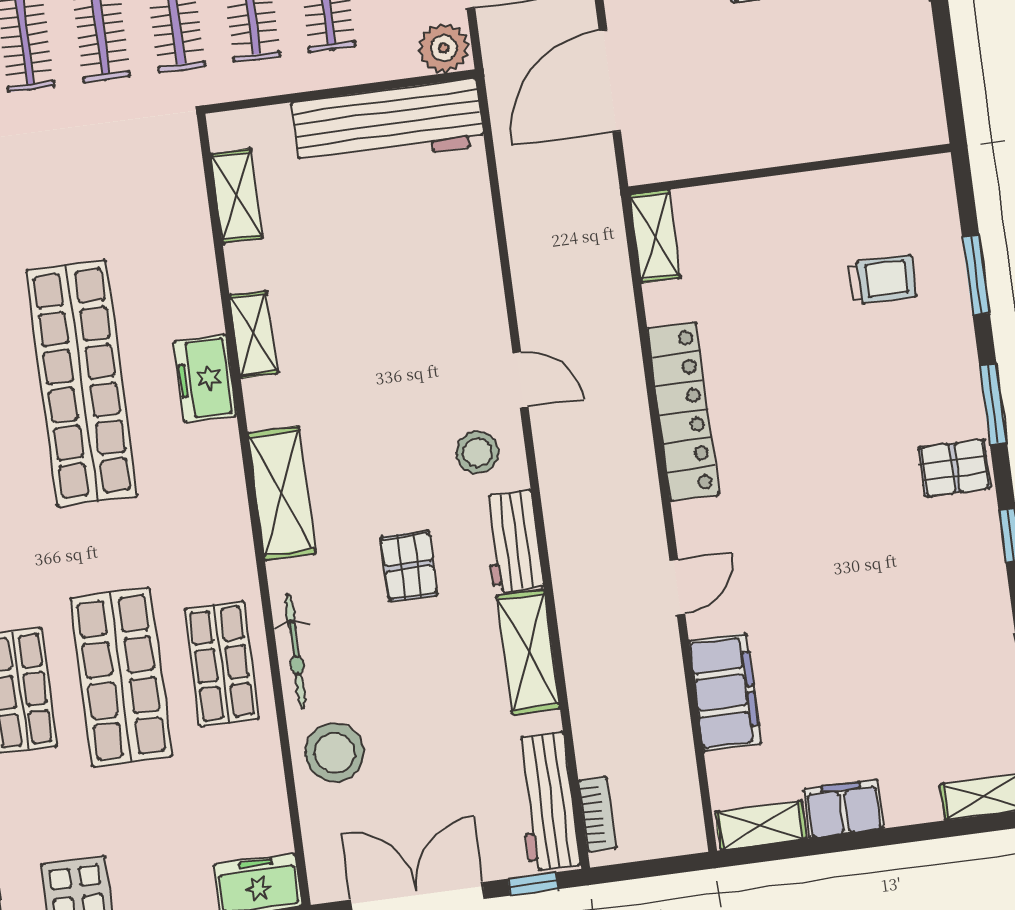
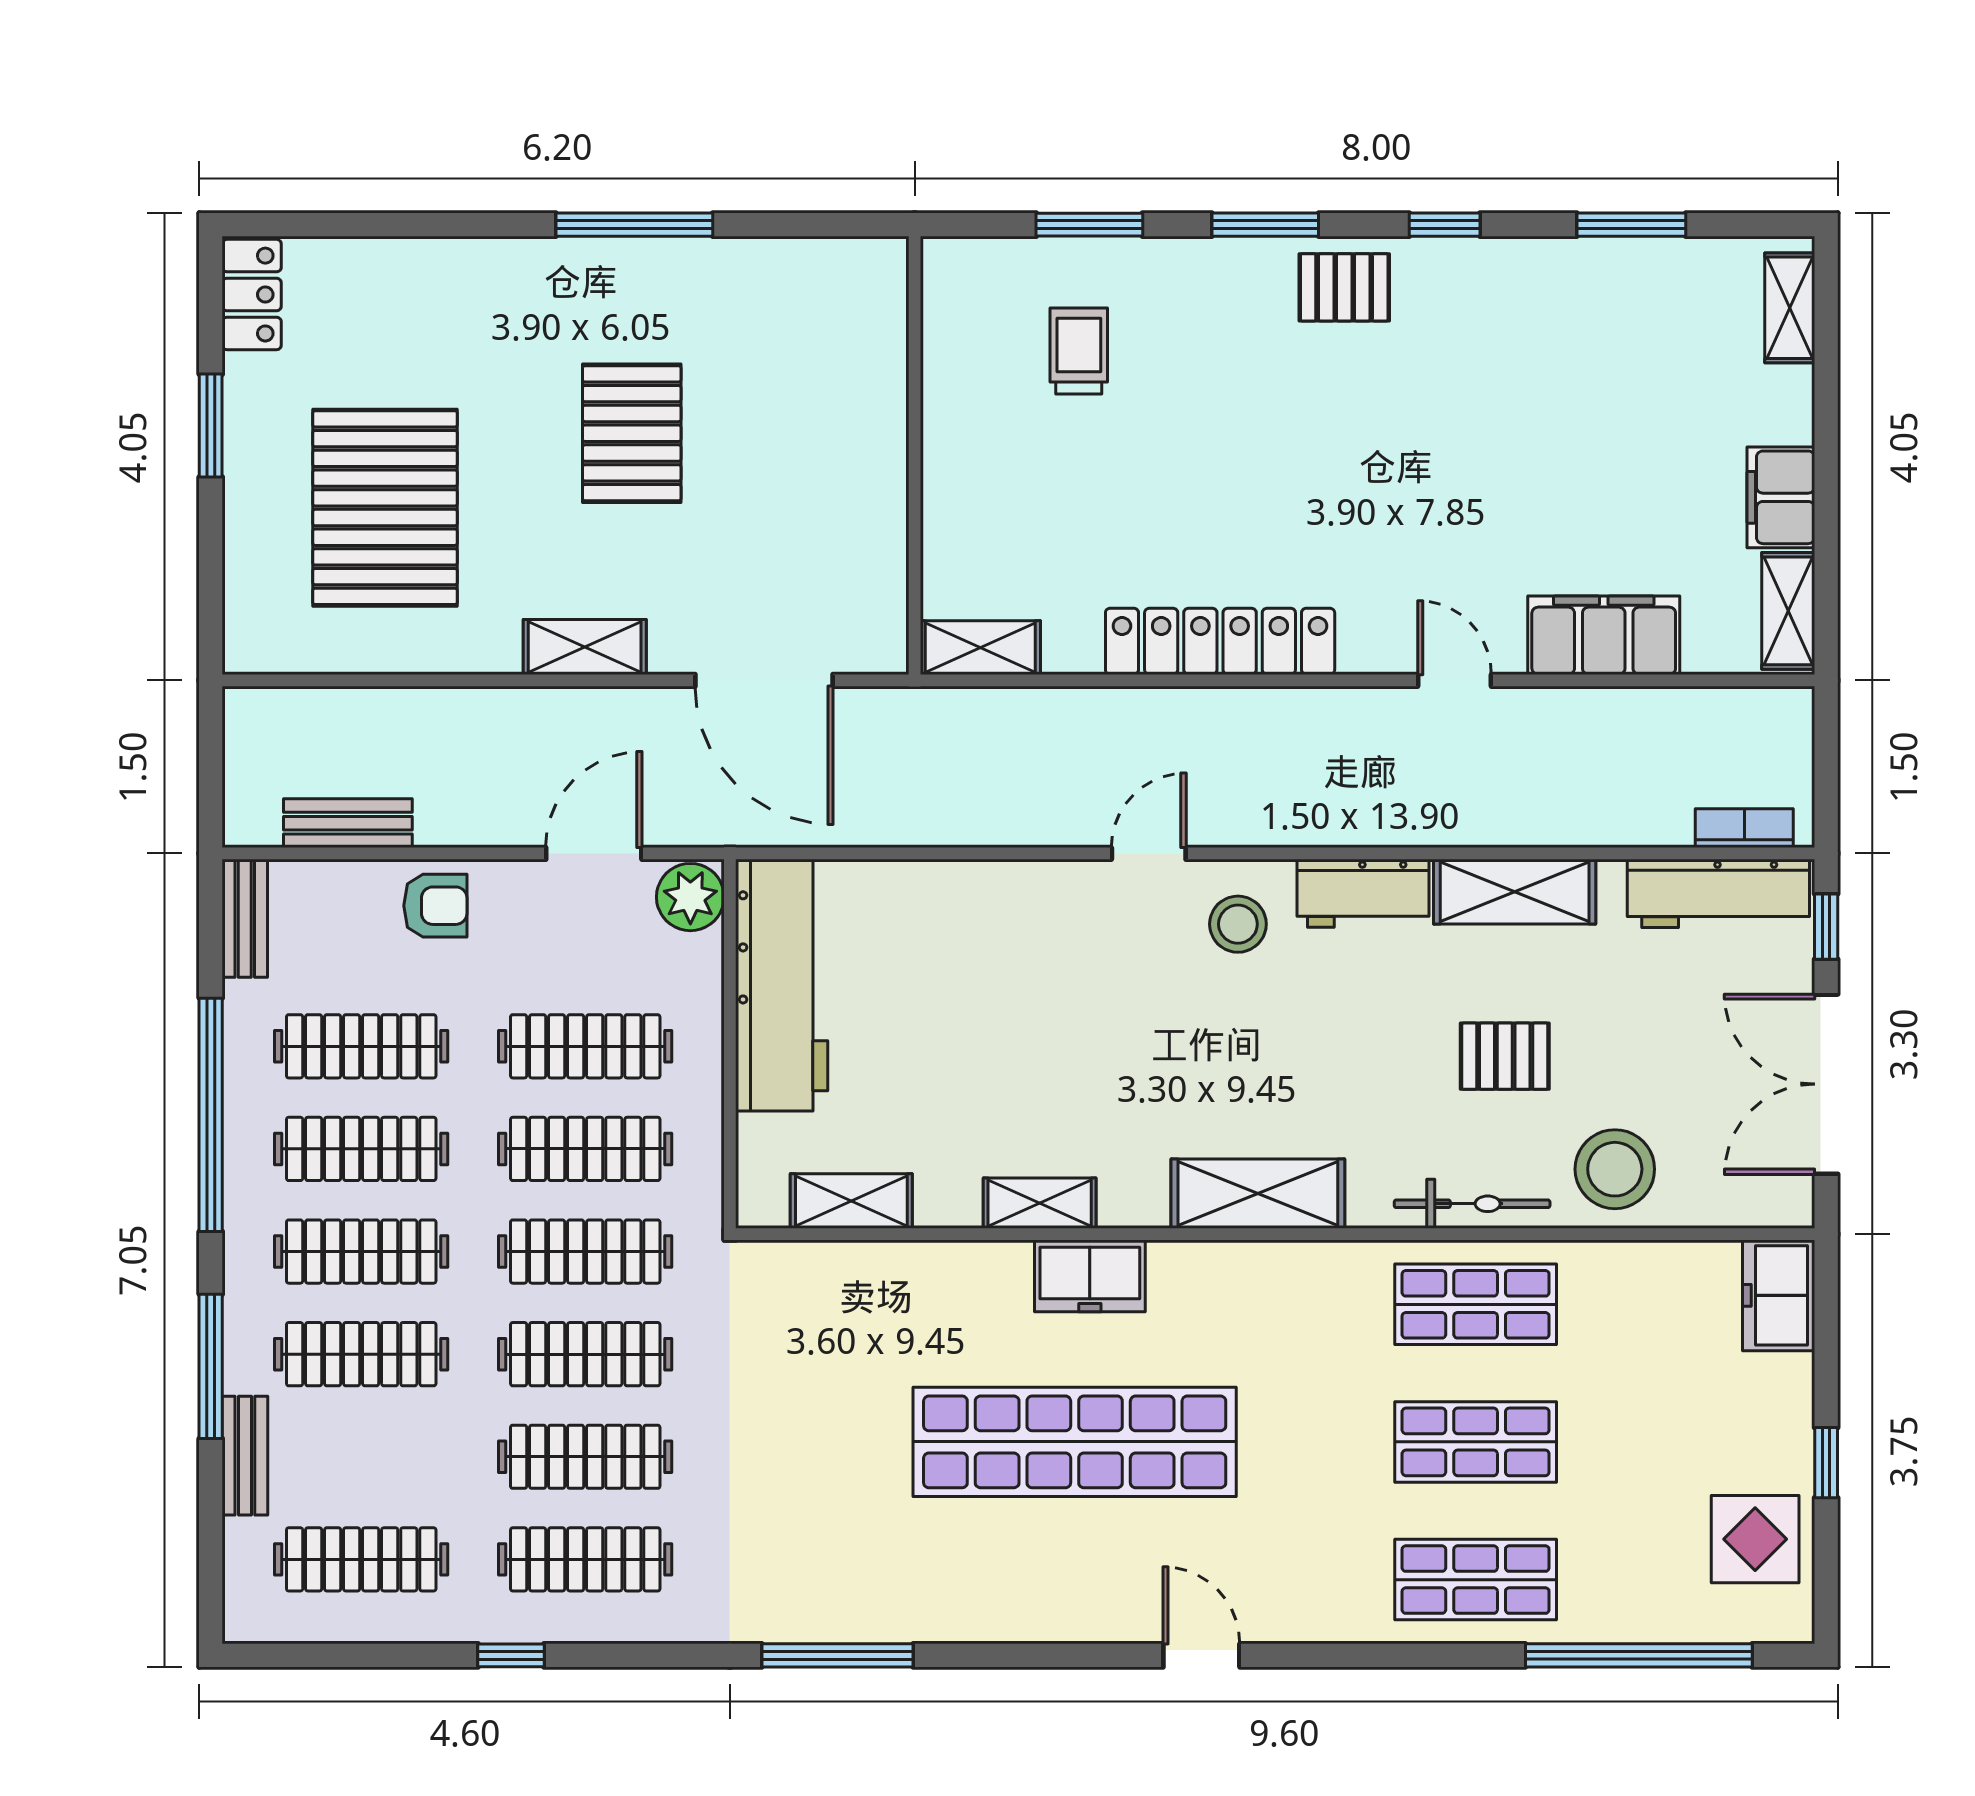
pallet: (955, 468) -> (1344, 287), turned 90
pallet: (409, 566) -> (1505, 1056), moved
shop shelf: (121, 677) -> (1476, 1442), width x0.70, depth x0.74

